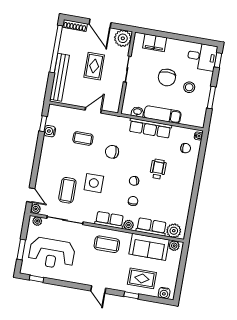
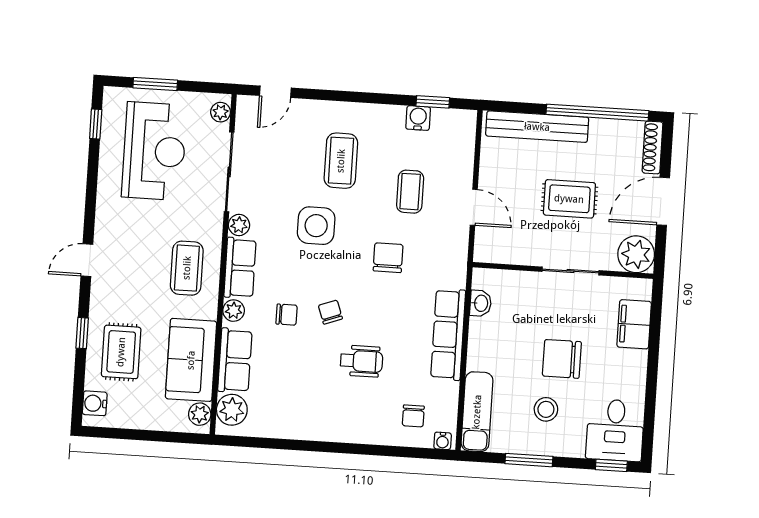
exam couch: (162, 115) -> (477, 412), moved
coffee table: (67, 190) -> (341, 161), moved, turned 90
plant: (36, 209) -> (239, 225), moved
reception desk: (52, 253) -> (154, 151), turned 180

